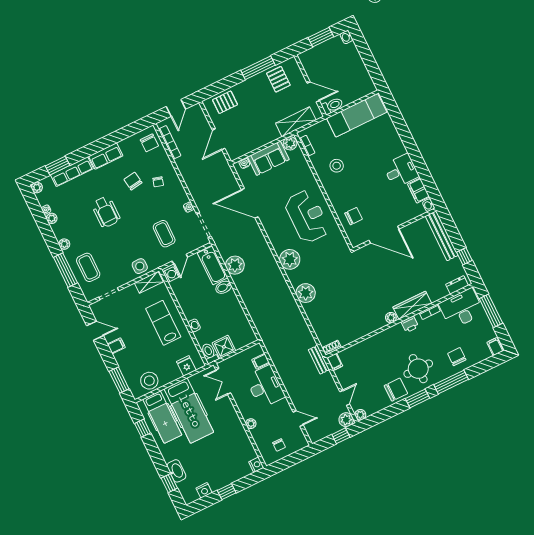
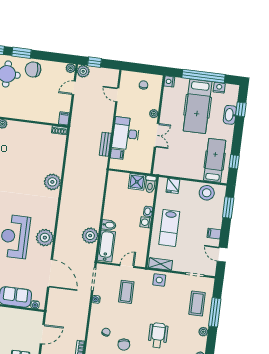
plant: (290, 259) -> (45, 238), moved
washing machine: (171, 275) -> (146, 222), moved
bench: (319, 360) -> (105, 144), moved
double door: (223, 381) -> (156, 135), moved
hospital bed: (189, 411) -> (198, 106), moved, turned 180
window: (227, 492) -> (204, 76), width x3.17

